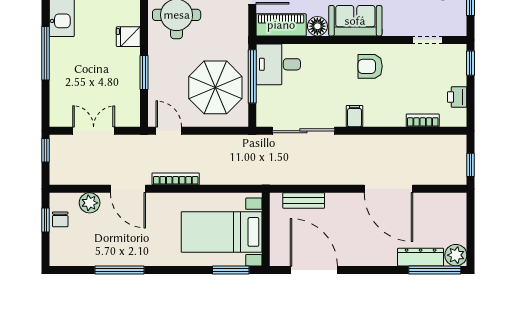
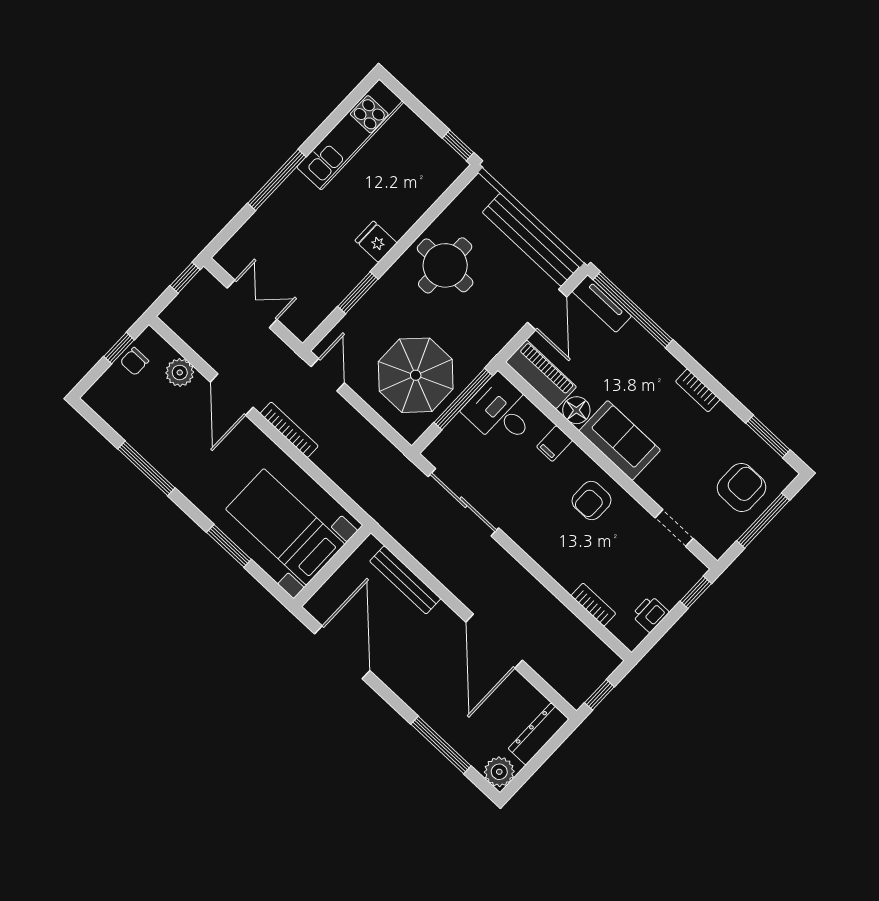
armchair: (370, 66) -> (592, 501), turned -90
filing cabinet: (354, 116) -> (555, 443), moved, turned 180
bench: (304, 201) -> (405, 580), width x1.36
dresser: (421, 257) -> (538, 734), moved, turned -90
window: (231, 270) -> (229, 546), moved
window: (435, 270) -> (441, 745), moved

